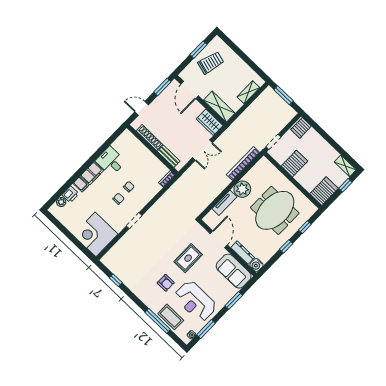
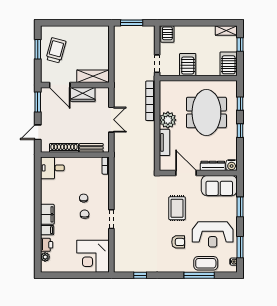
shelving: (248, 92) -> (104, 45), removed
wardrobe: (210, 122) -> (83, 94), moved
desk: (111, 161) -> (52, 168), moved

